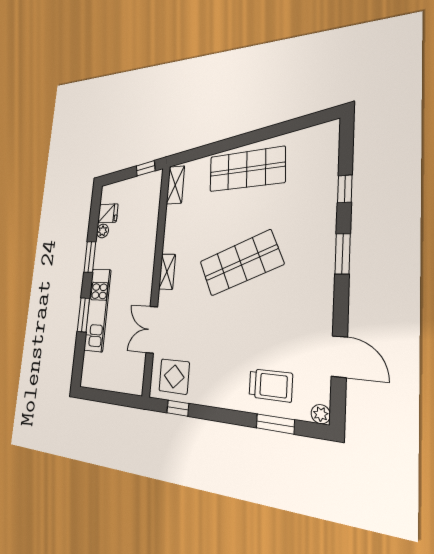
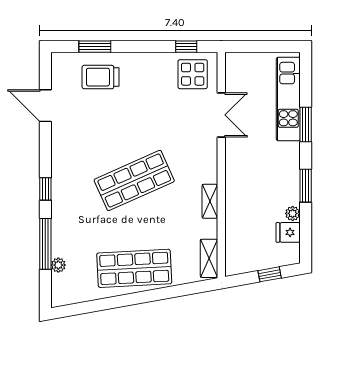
window: (146, 168) -> (270, 274), moved
window: (345, 189) -> (45, 244), width x2.17
window: (343, 254) -> (45, 189), width x0.67
shelving: (167, 272) -> (210, 201), moved
kitchen unit: (97, 310) -> (288, 99), moved
plant: (321, 414) -> (58, 265), moved

